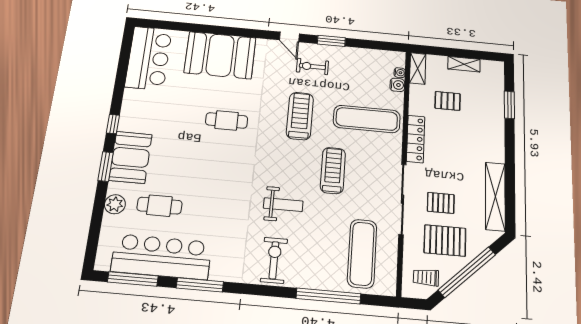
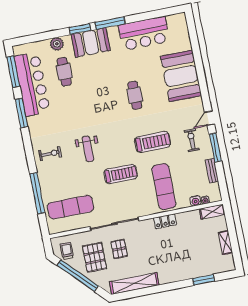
window: (331, 41) -> (215, 148), width x1.44
bench: (362, 54) -> (212, 171), added
bar counter: (149, 58) -> (144, 33), moved
pallet: (448, 101) -> (194, 237), removed
window: (113, 124) -> (110, 23), width x2.17
locker: (416, 139) -> (165, 221), width x0.66
exercise bike: (274, 260) -> (50, 154), width x0.73, depth x0.72

